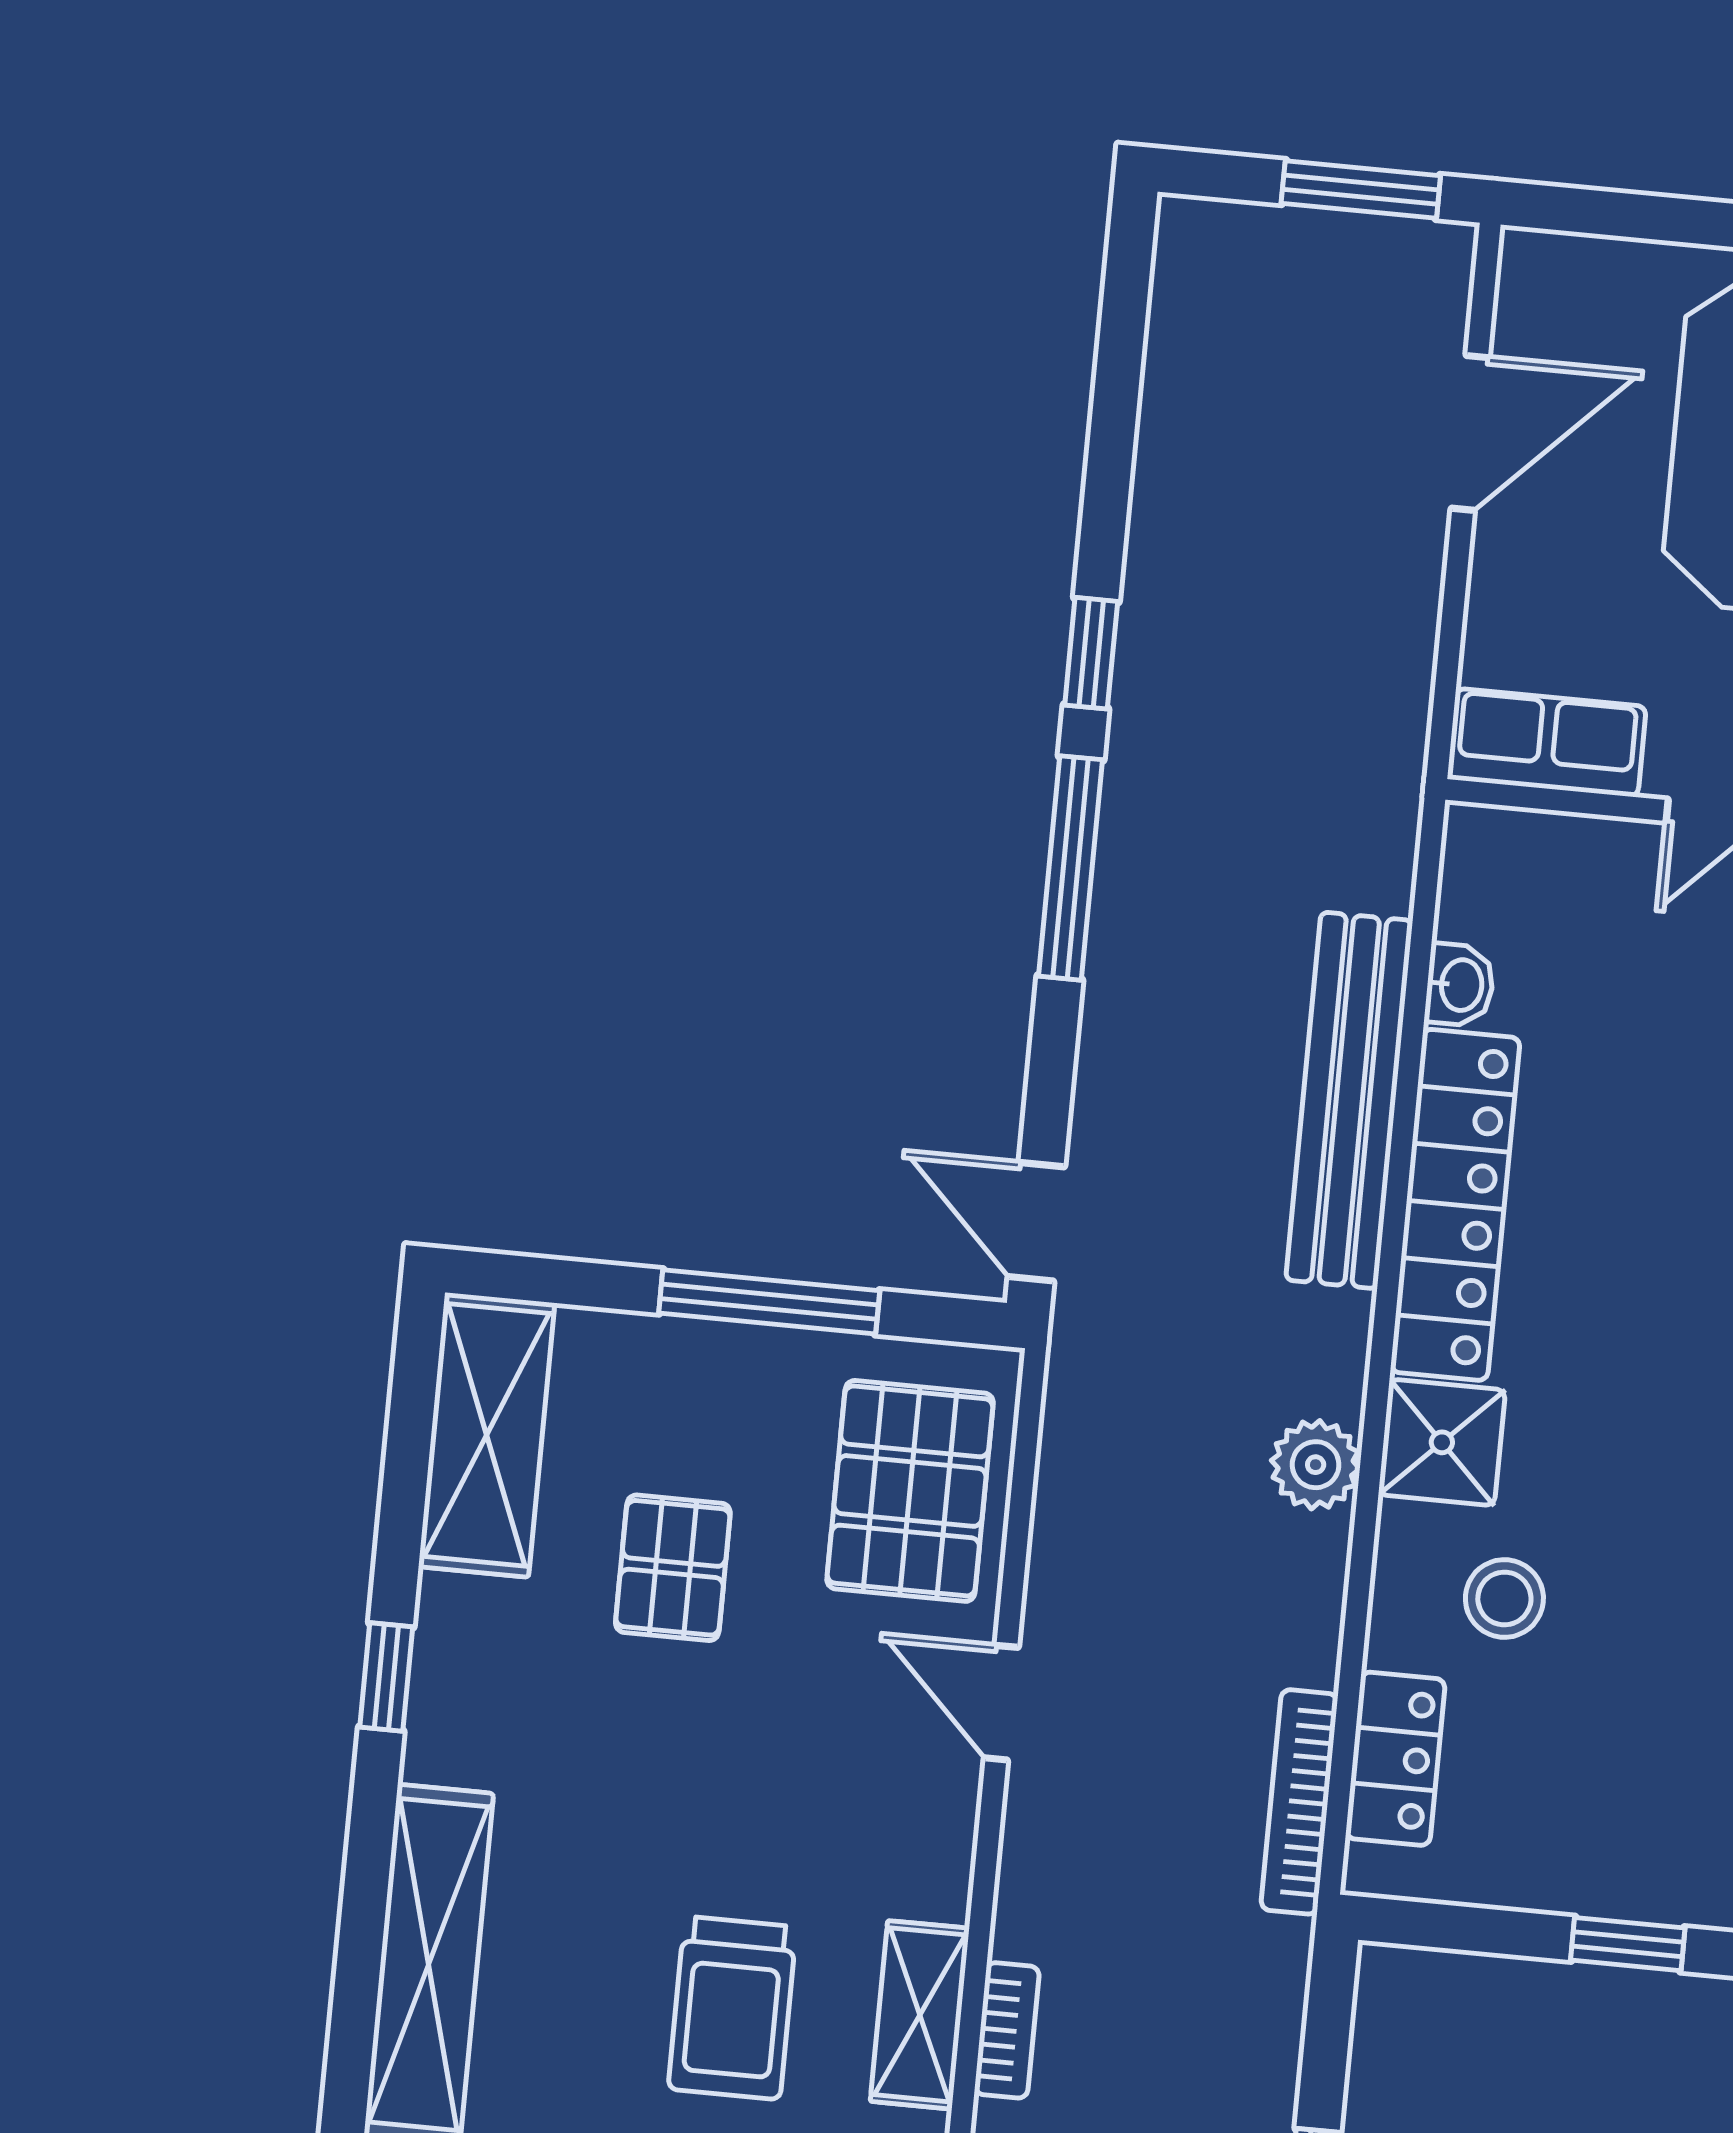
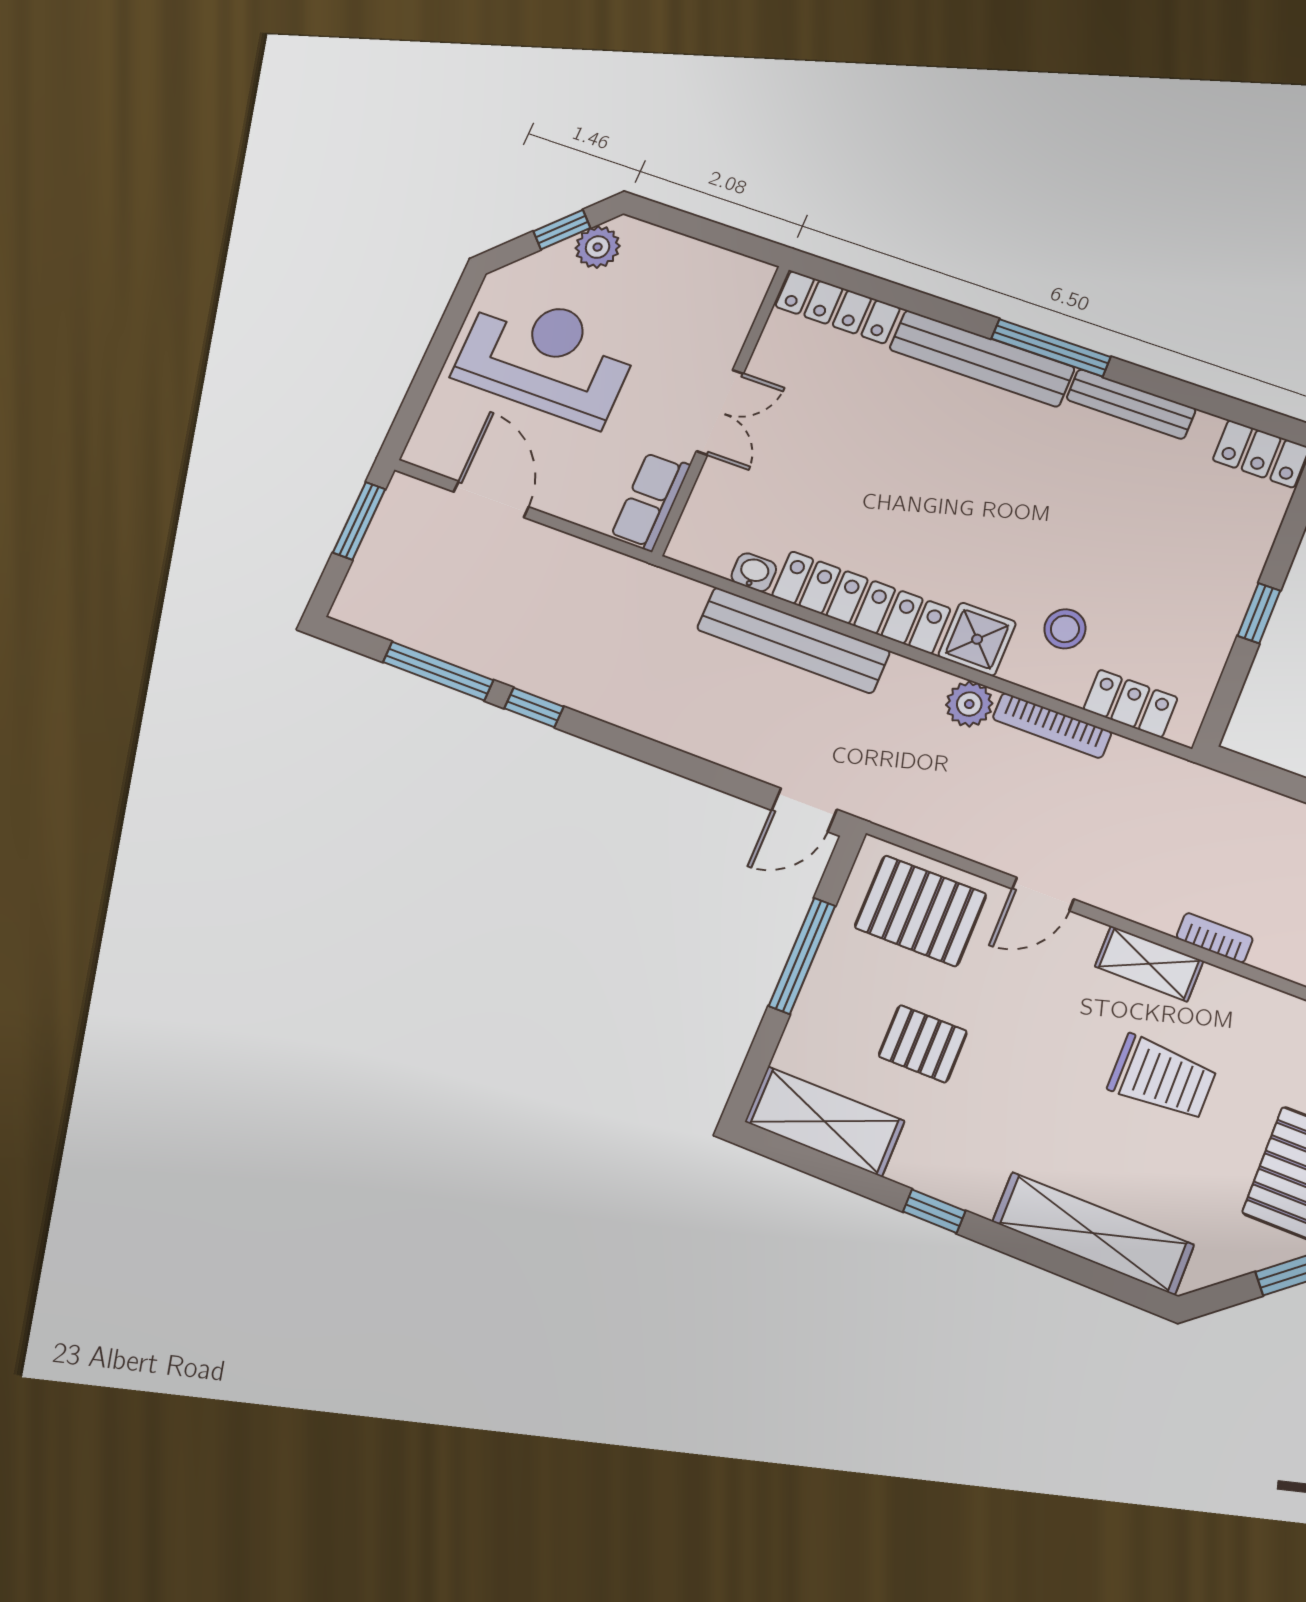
window: (1070, 868) -> (438, 671), moved
bookcase: (1299, 1802) -> (1052, 725), moved
shelving: (920, 2015) -> (1149, 964), moved

